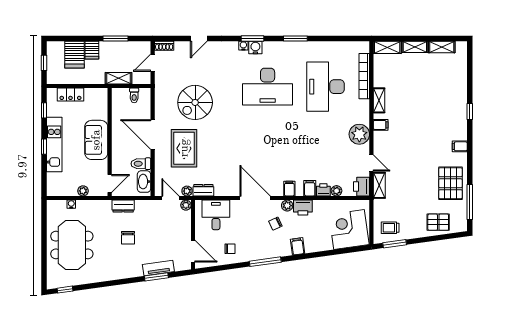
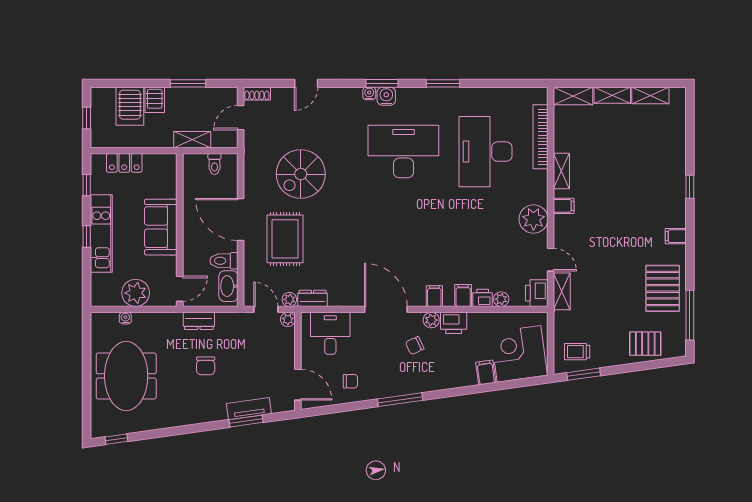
desk: (268, 87) -> (403, 152), turned 180
plant: (83, 191) -> (136, 293), width x1.88, depth x1.88
filing cabinet: (298, 246) -> (486, 372), moved

